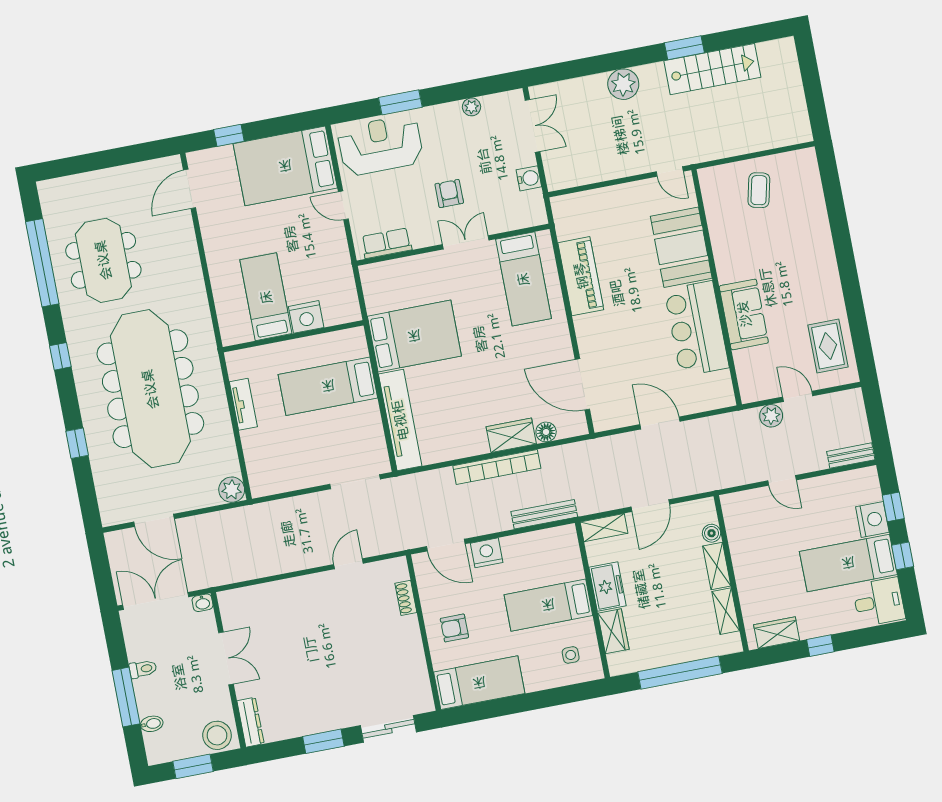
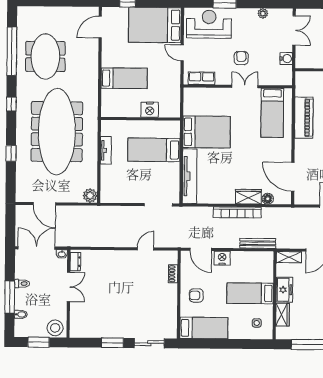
bed: (266, 297) -> (124, 78), moved, turned 90
dresser: (250, 722) -> (75, 262), moved, width x0.70

